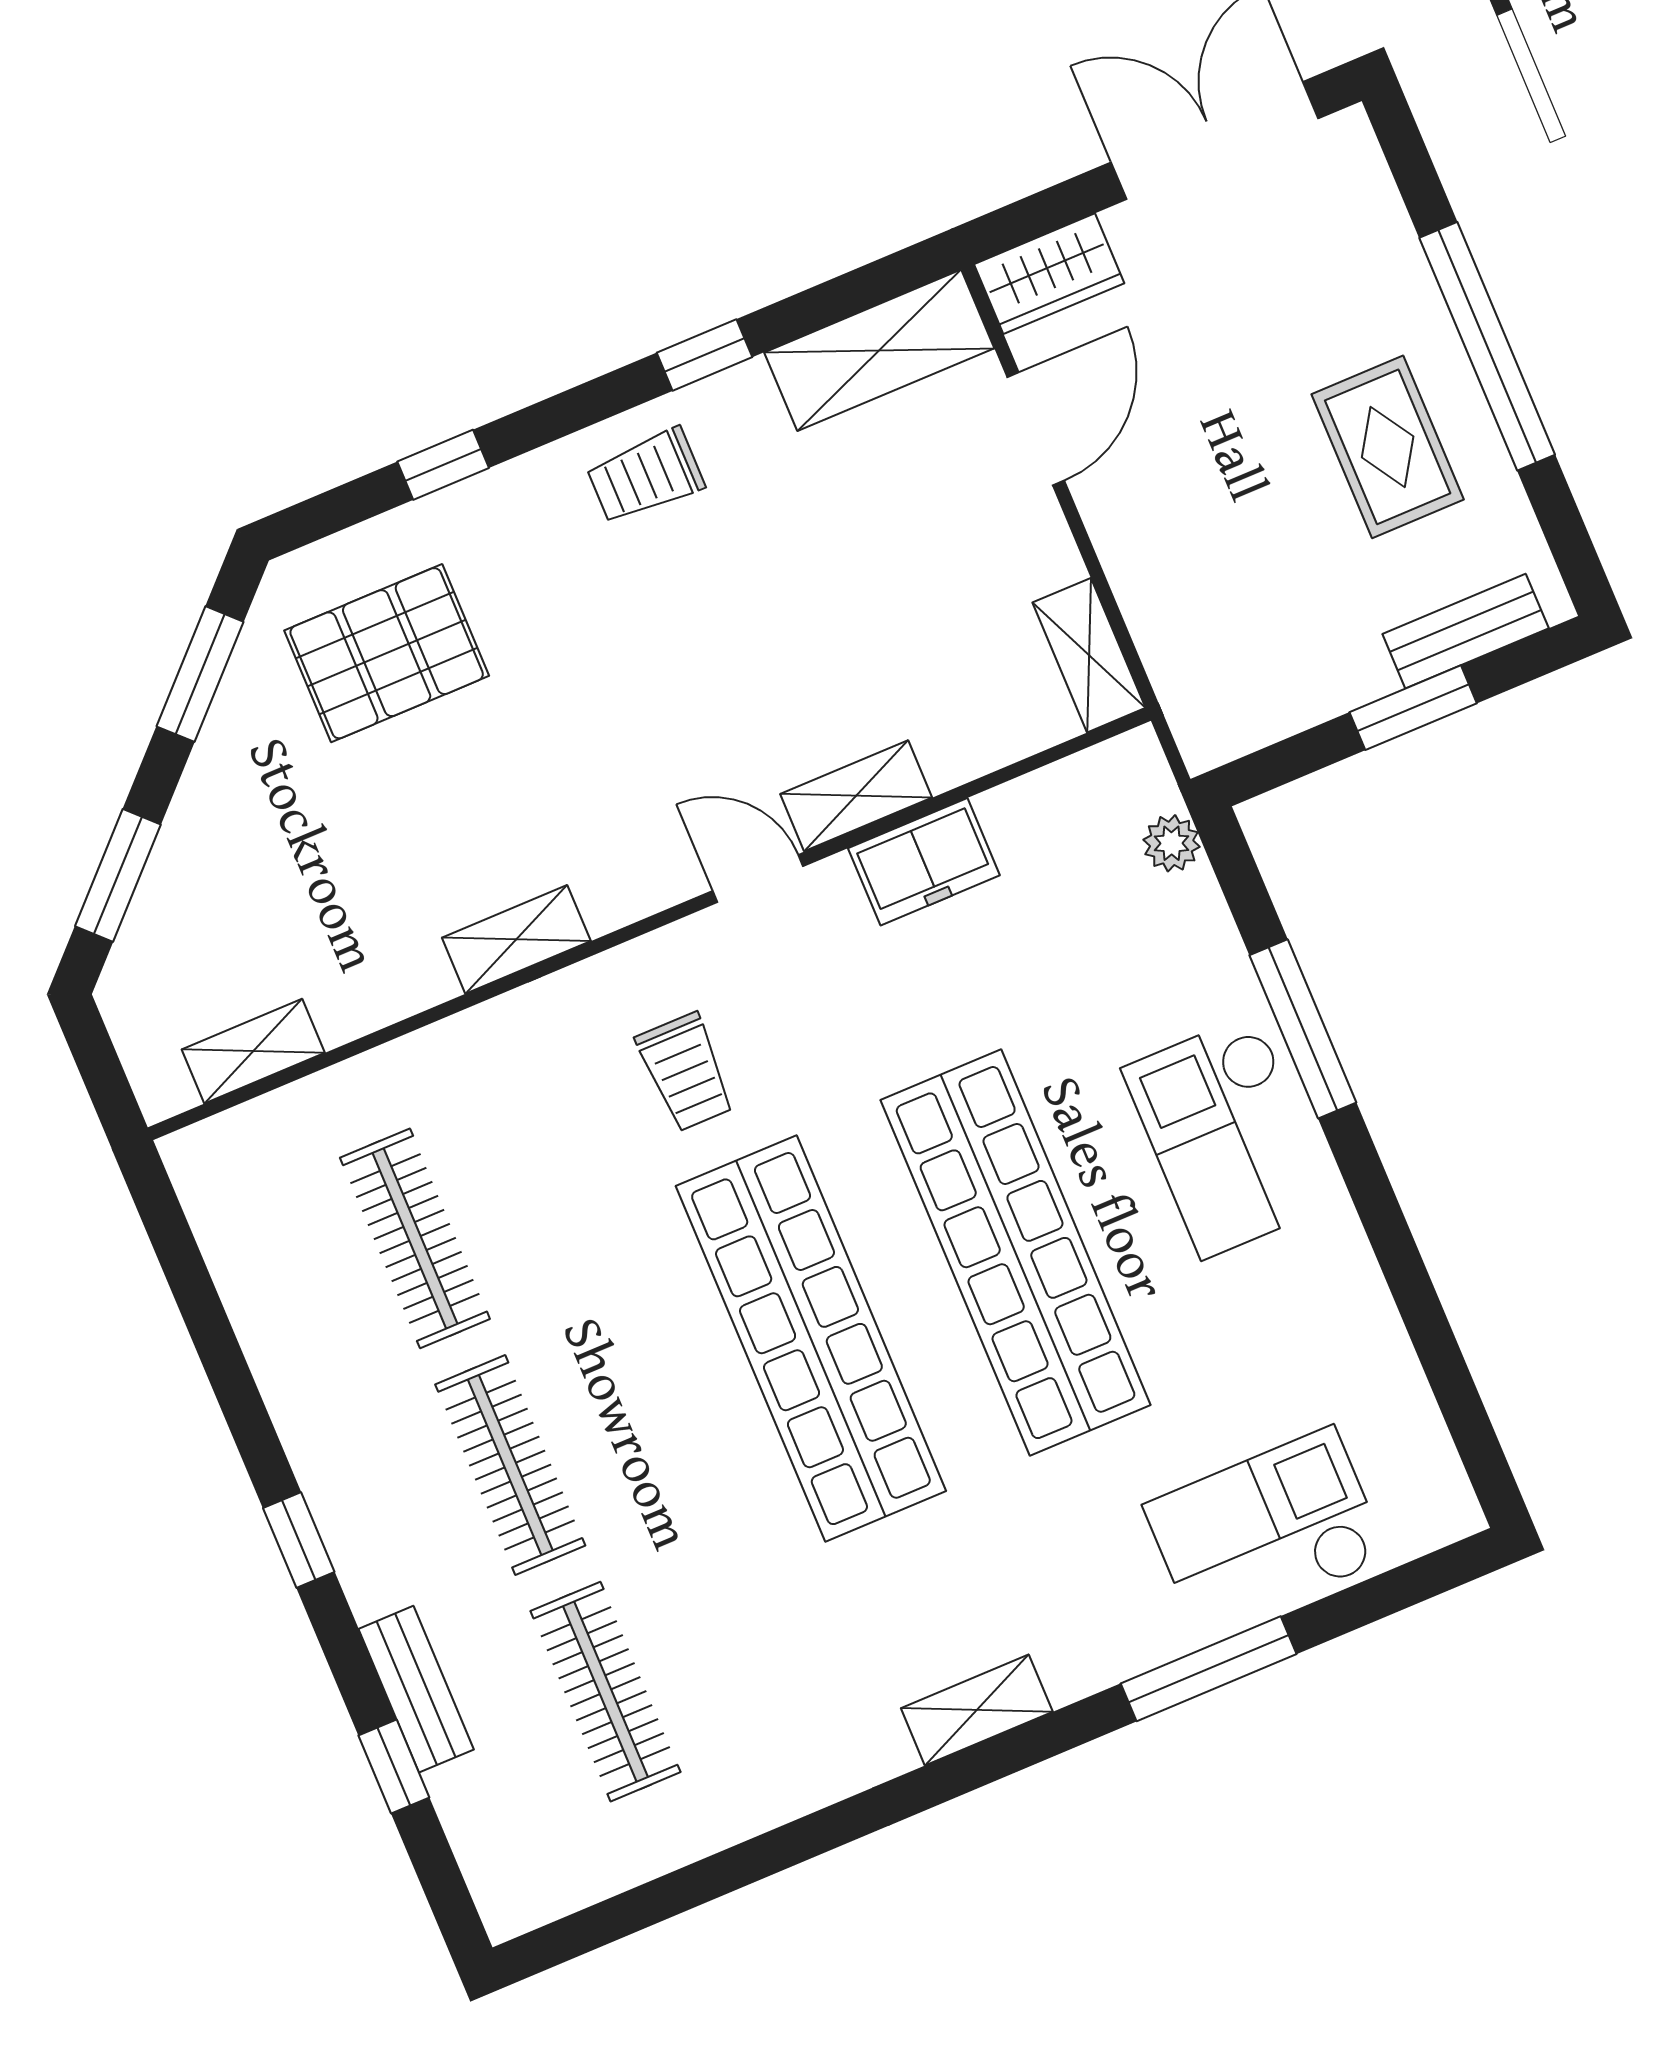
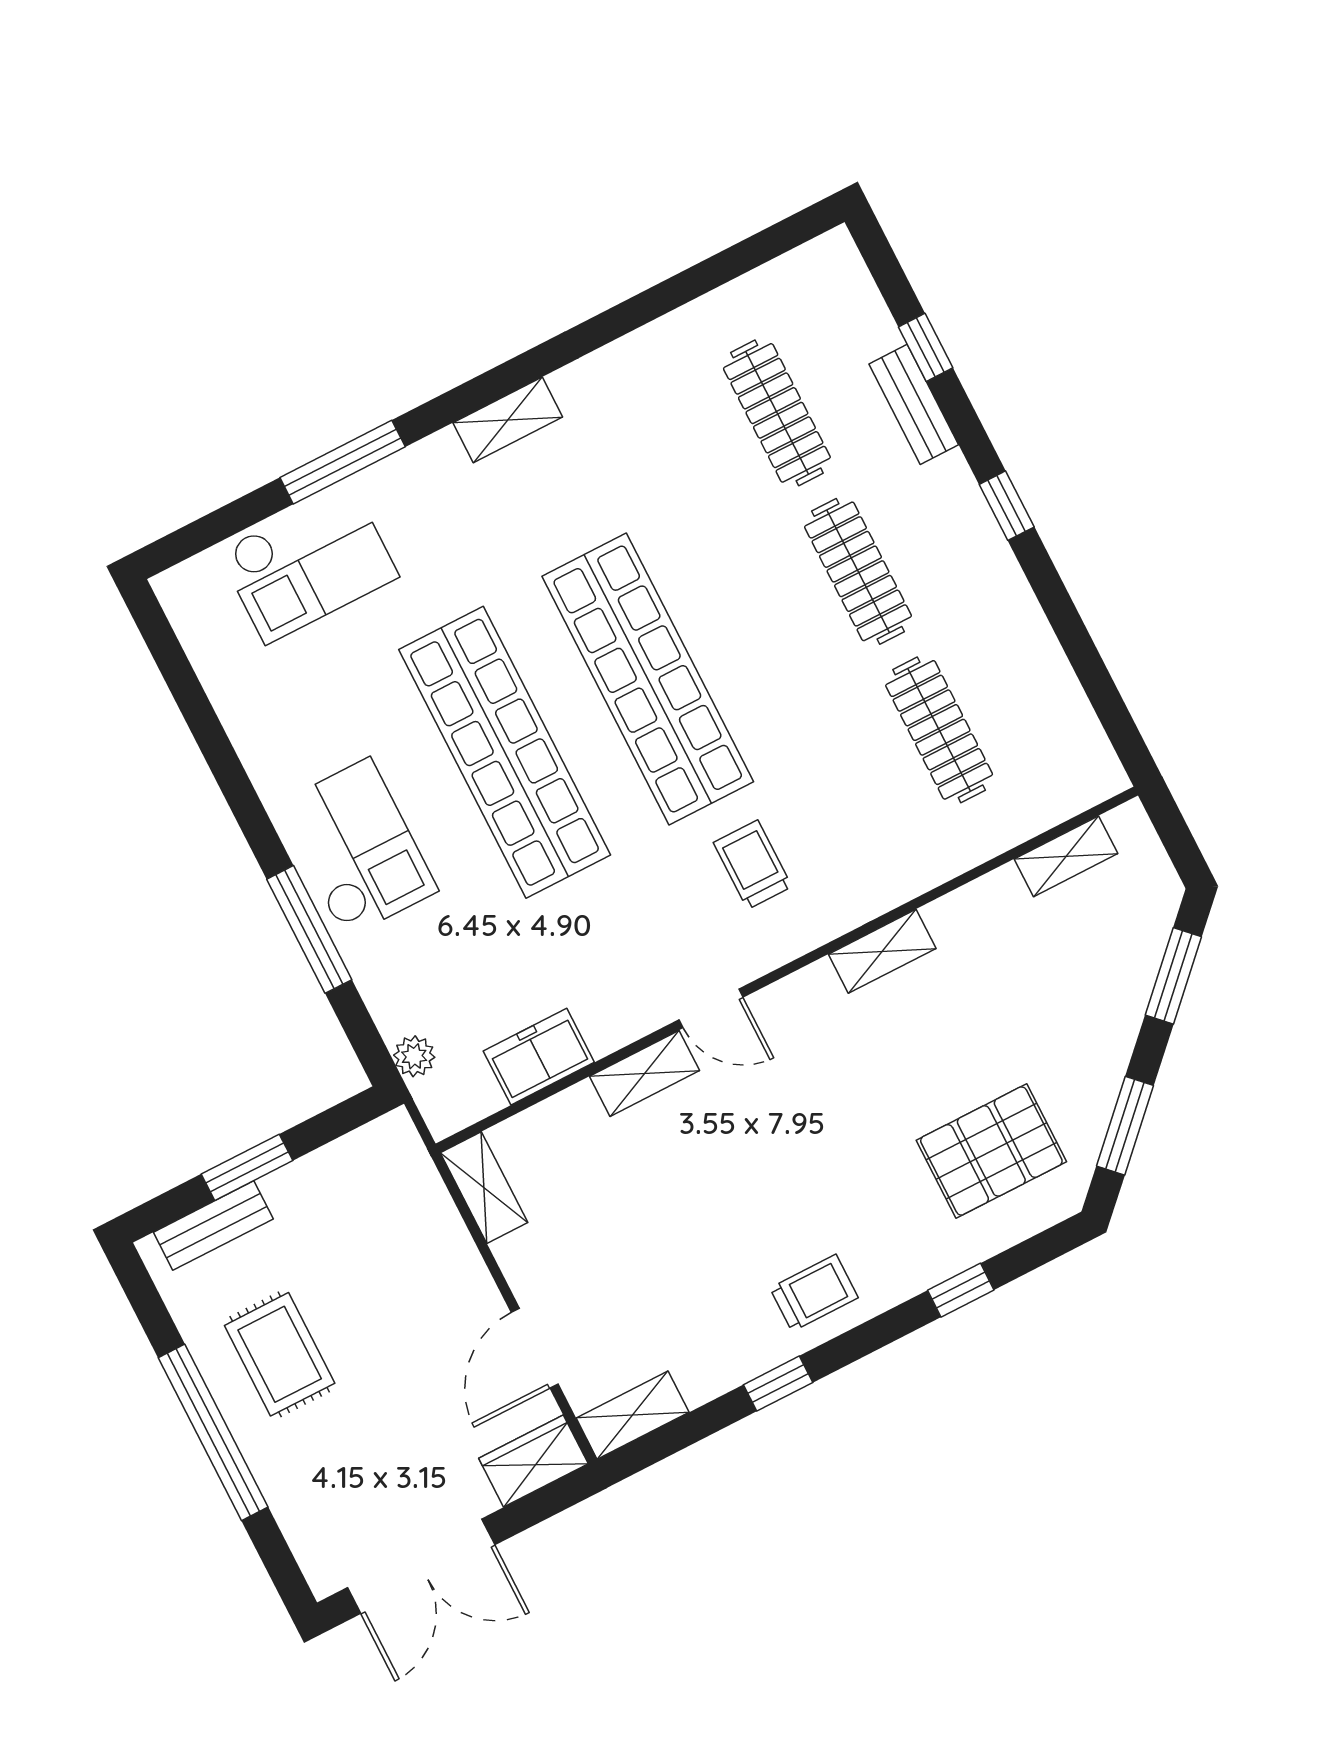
shelving: (879, 350) -> (633, 1415), width x0.67, depth x0.75
freezer: (924, 862) -> (539, 1057), moved

